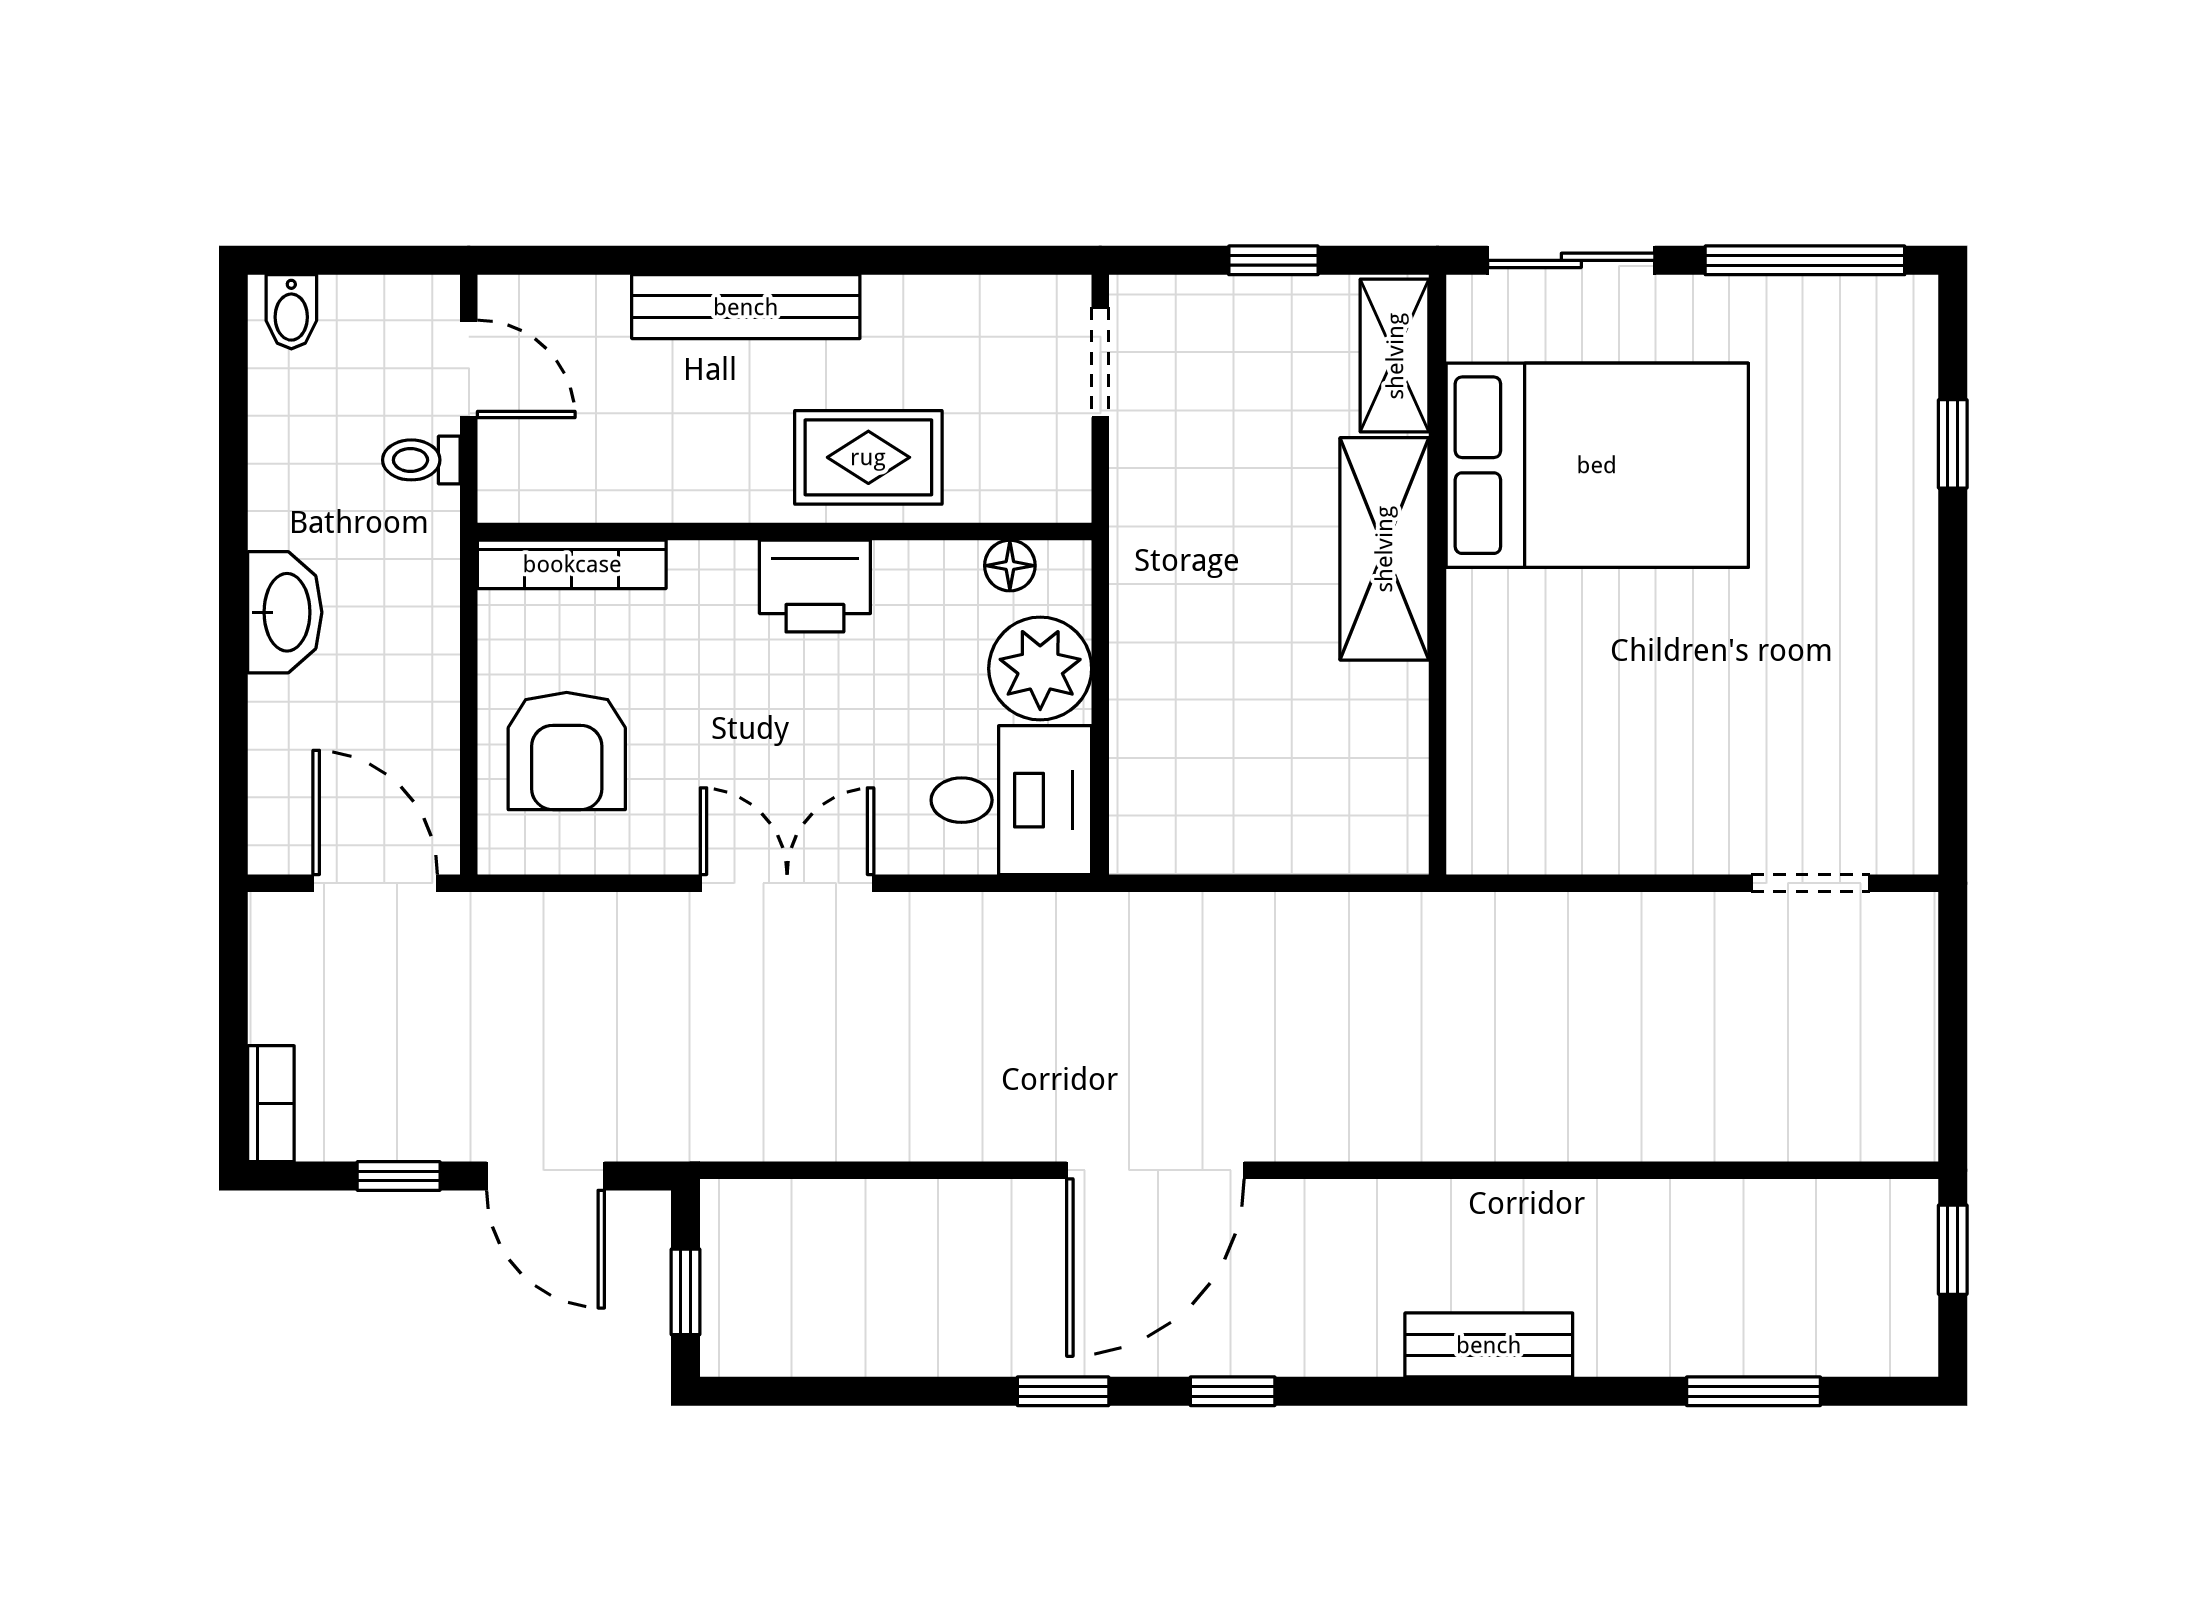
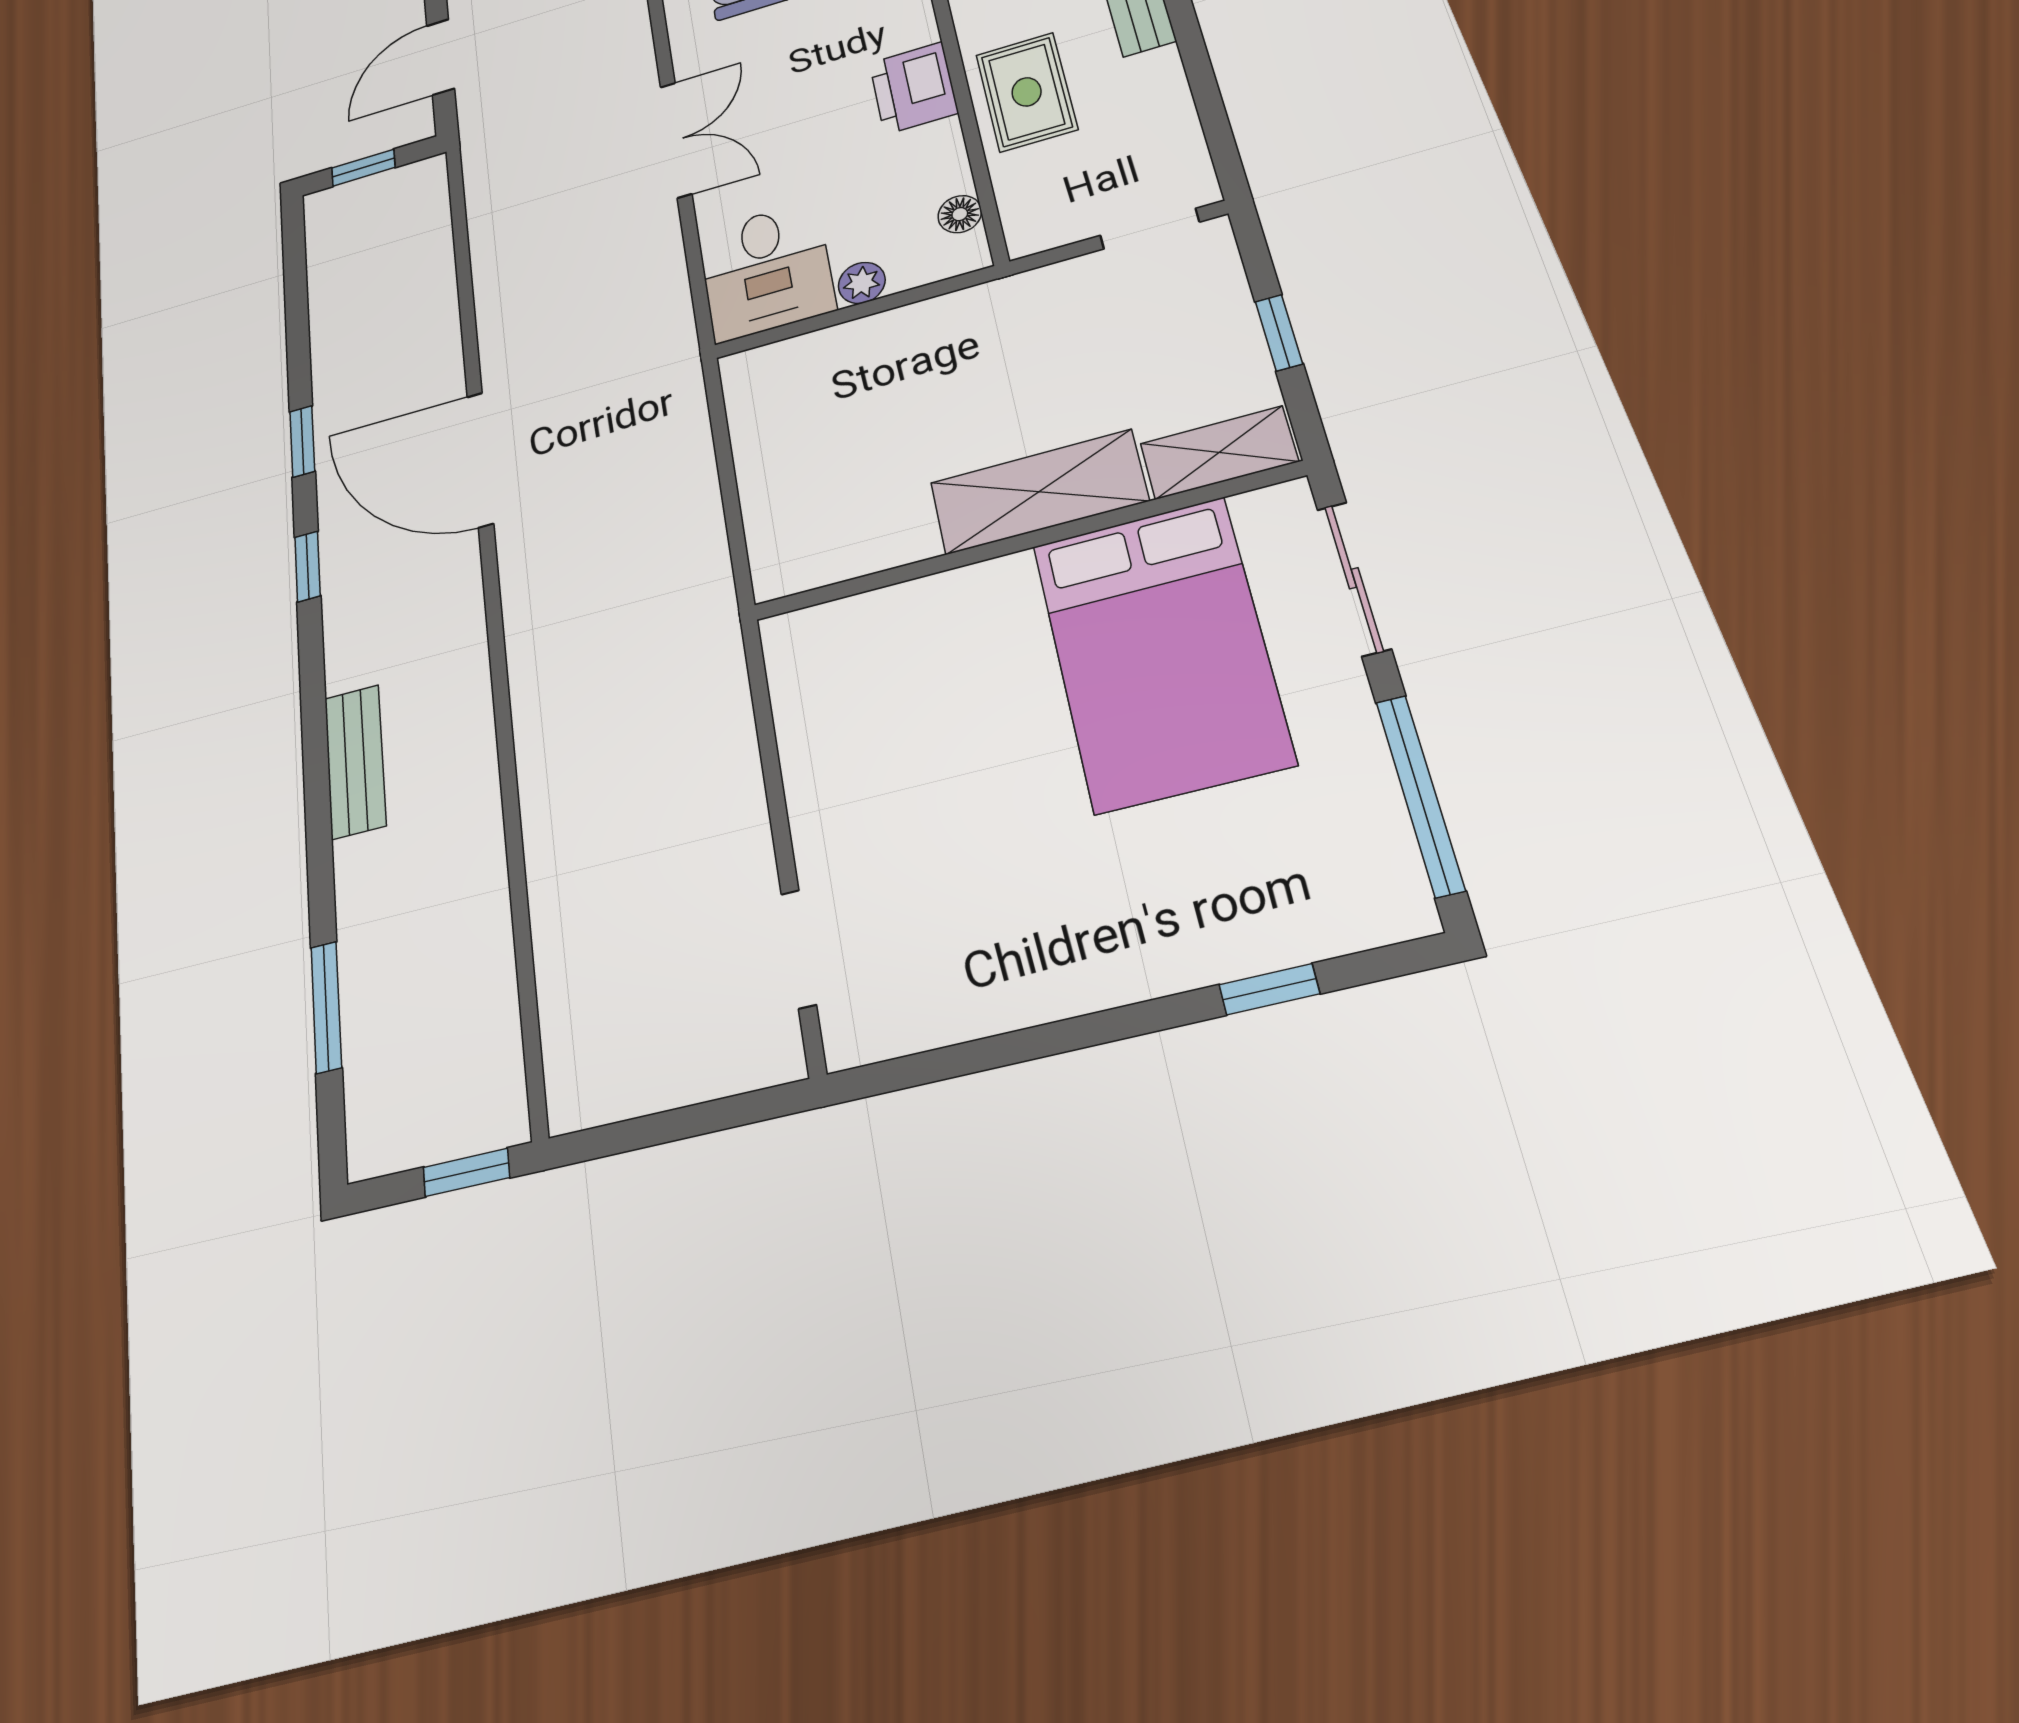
plant: (1040, 669) -> (862, 283), width x0.53, depth x0.53

